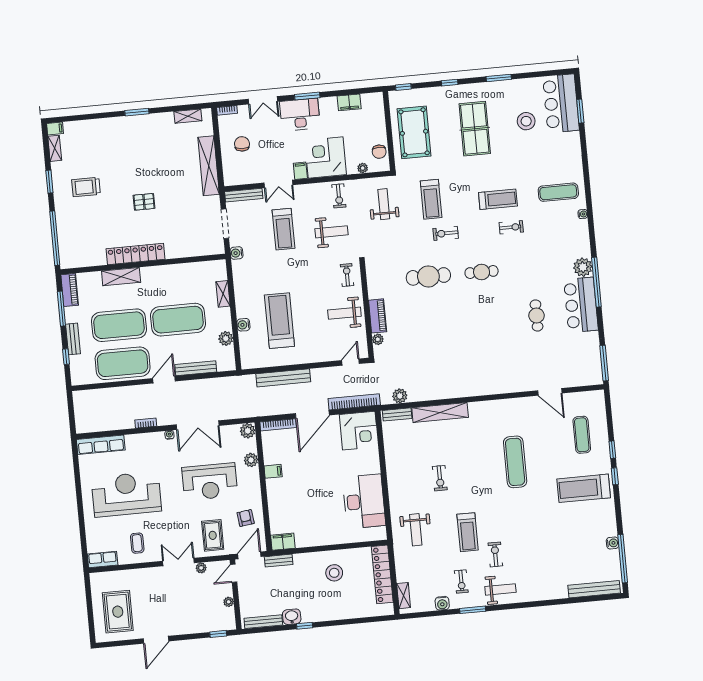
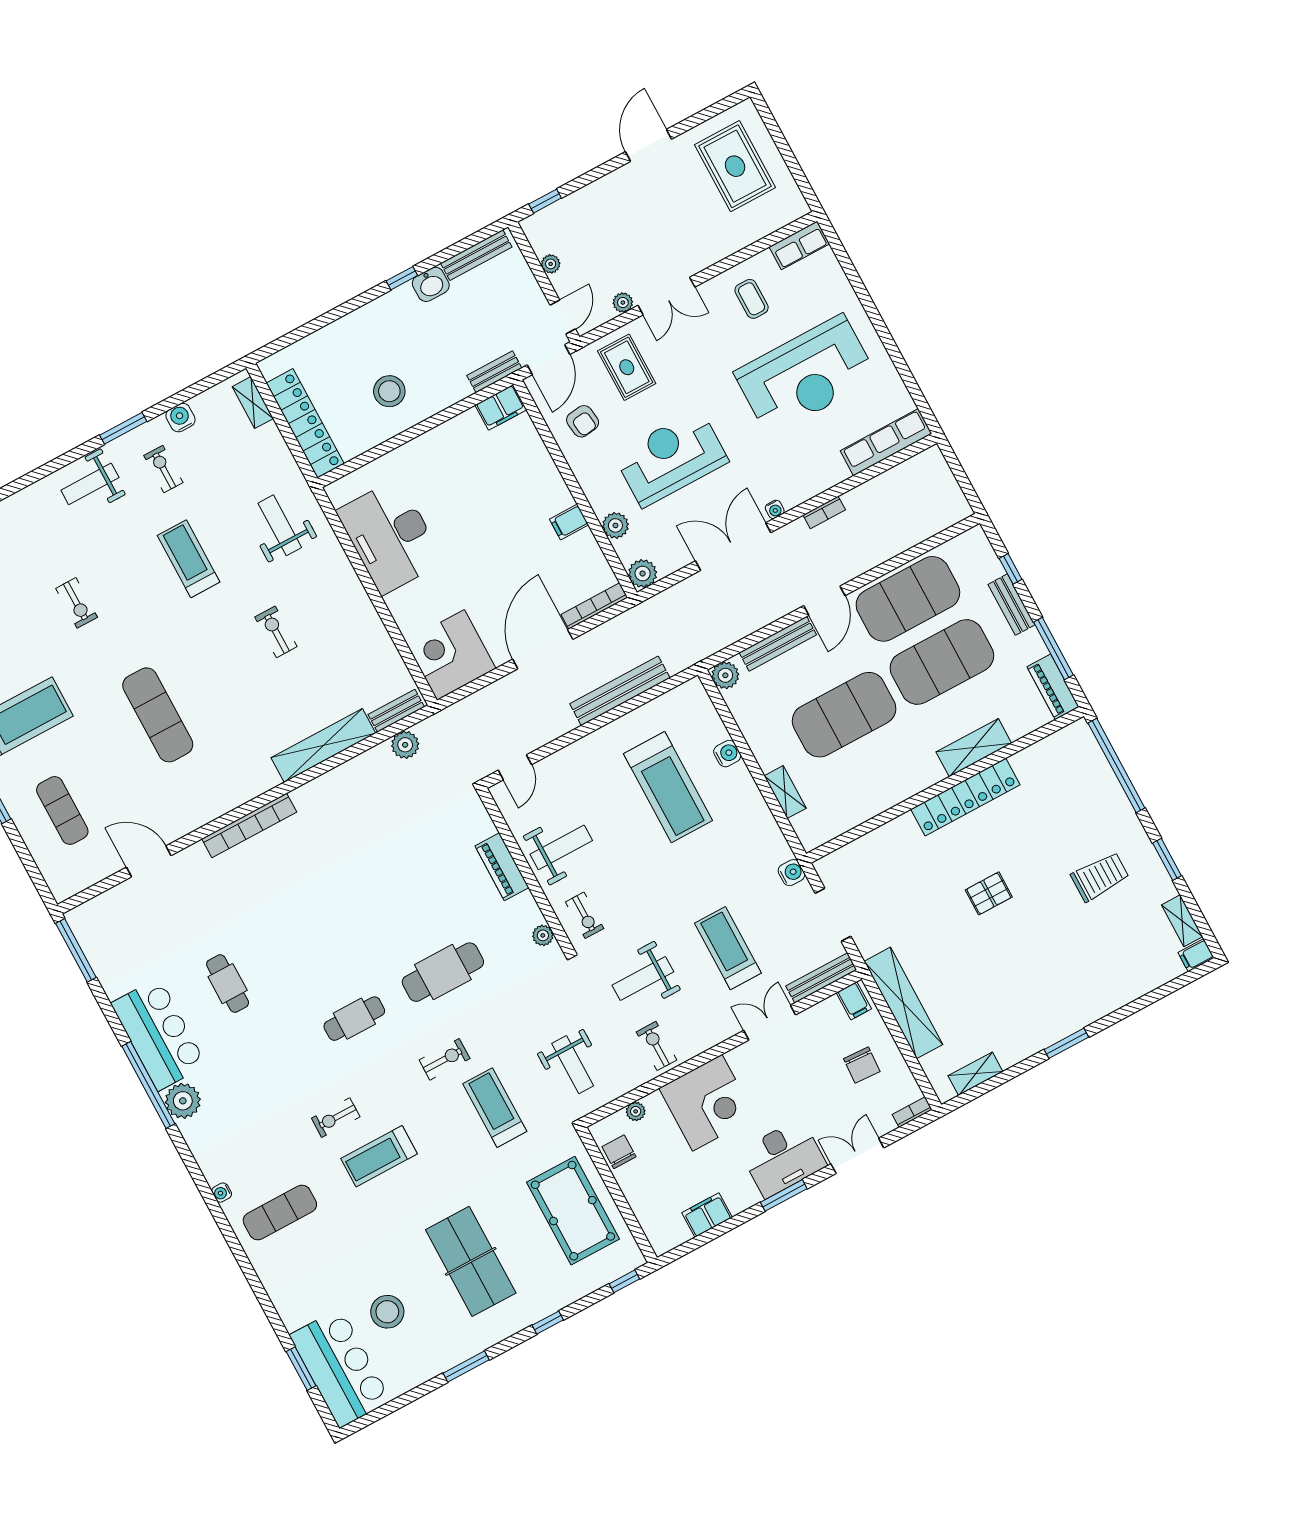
filing cabinet: (300, 171) -> (854, 1001), moved
plant: (226, 338) -> (725, 675), moved
plant: (378, 339) -> (543, 935), moved
bookcase: (354, 402) -> (249, 825), moved
exercise bike: (495, 554) -> (77, 603), moved

